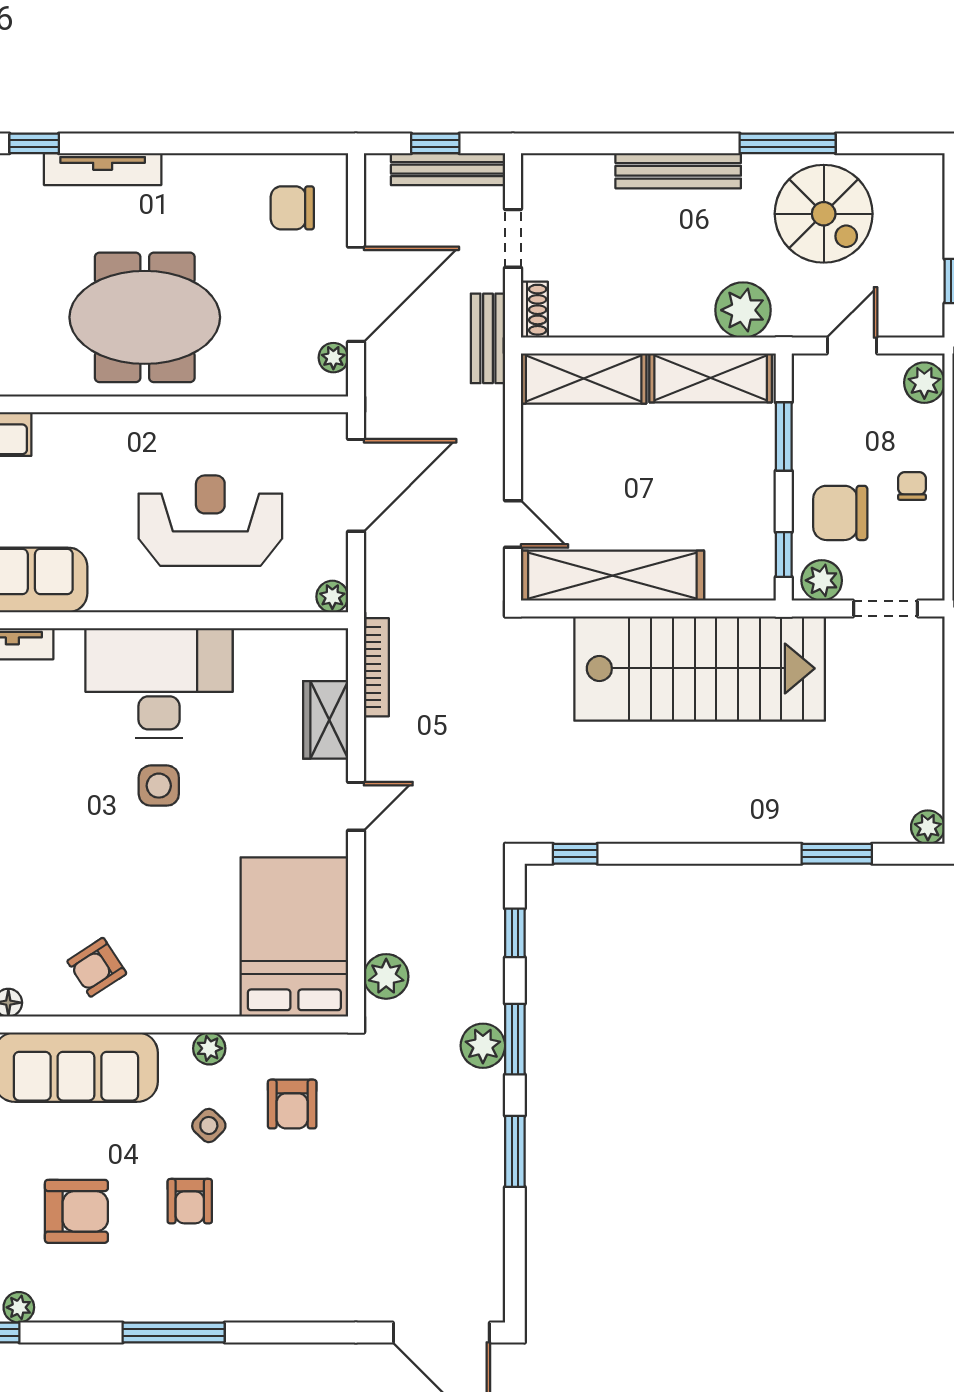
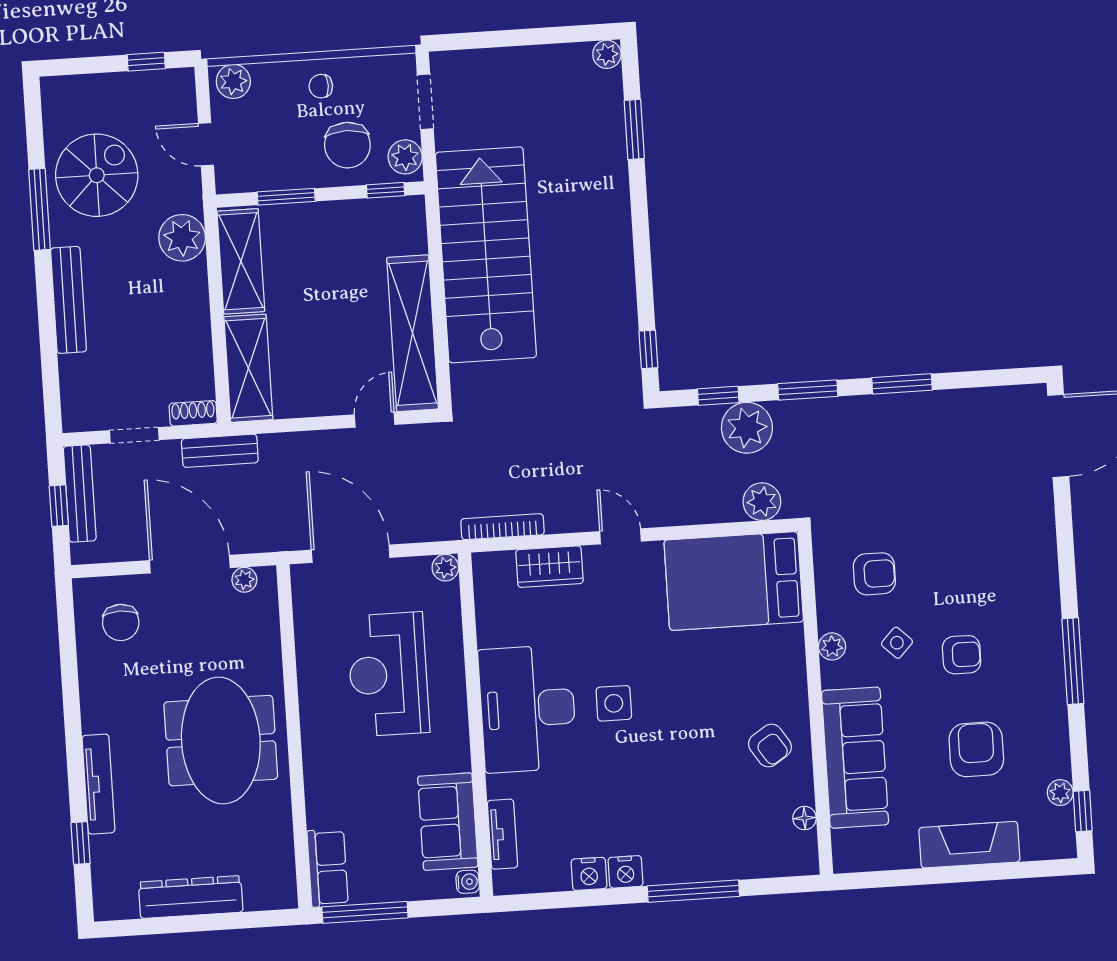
plant: (483, 1046) -> (747, 428), moved, width x1.36, depth x1.36

